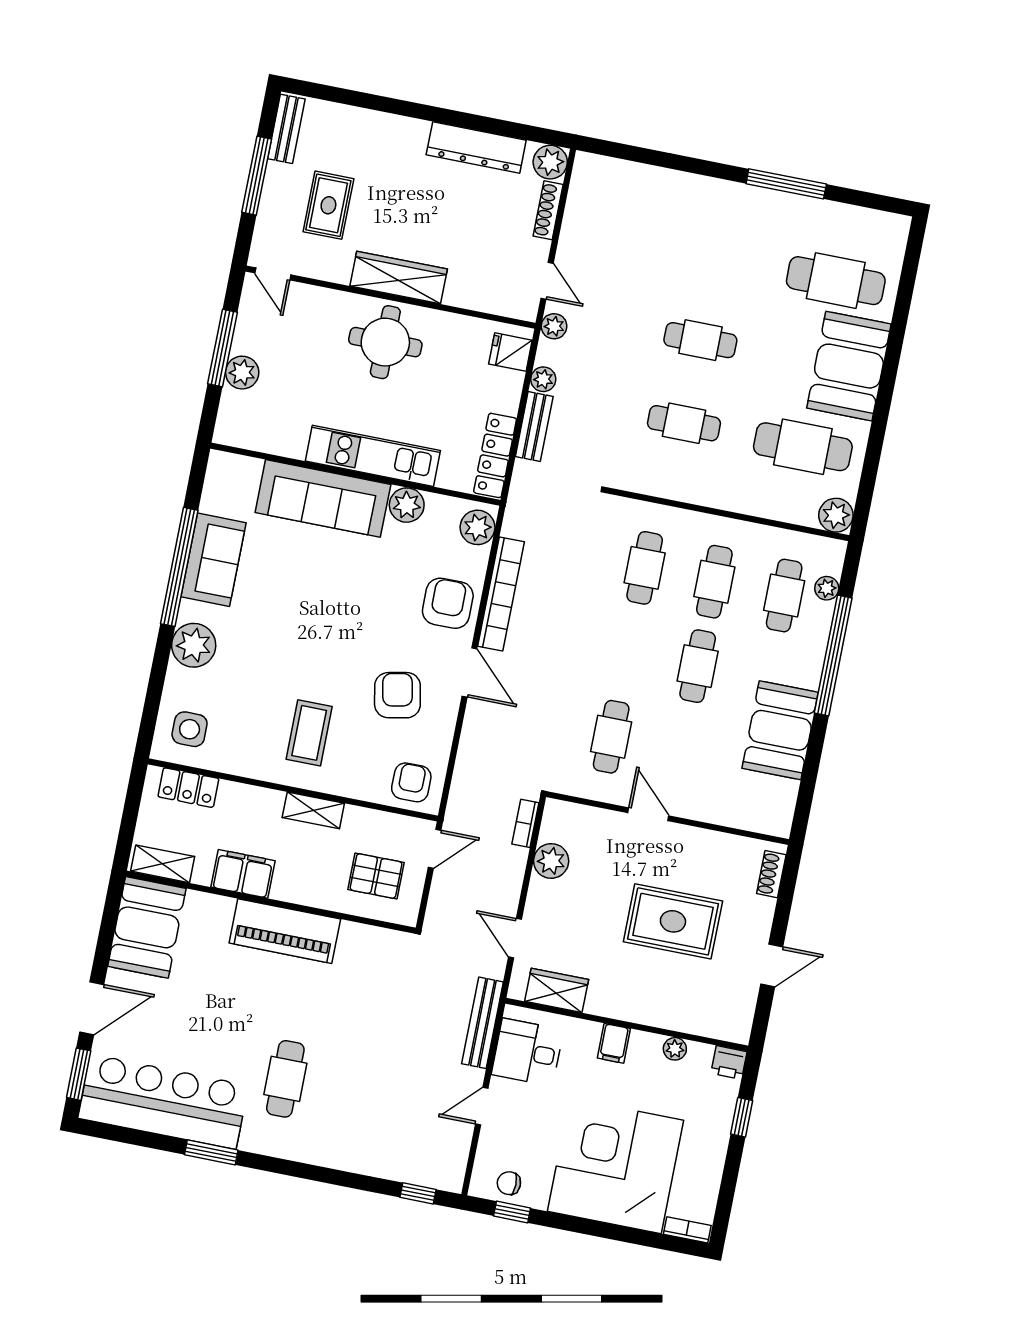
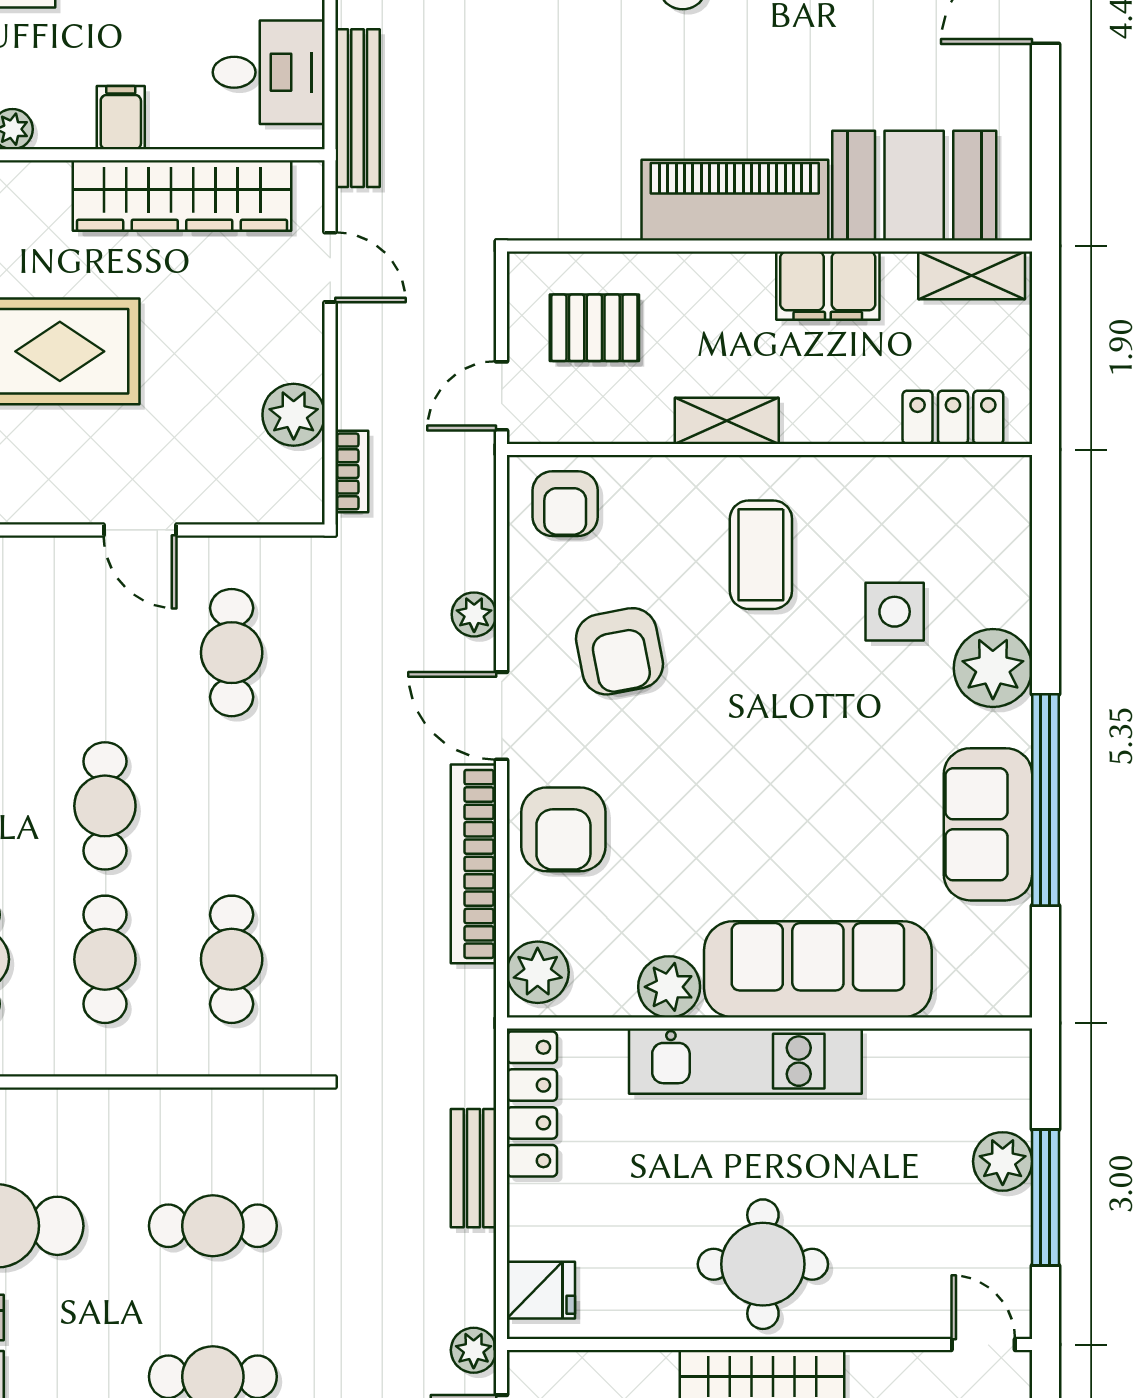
plant: (543, 379) -> (474, 614), moved
side table: (190, 729) -> (895, 612), moved
booth: (147, 927) -> (914, 186), moved, turned 90
wardrobe: (557, 990) -> (182, 196), width x2.10, depth x1.17

